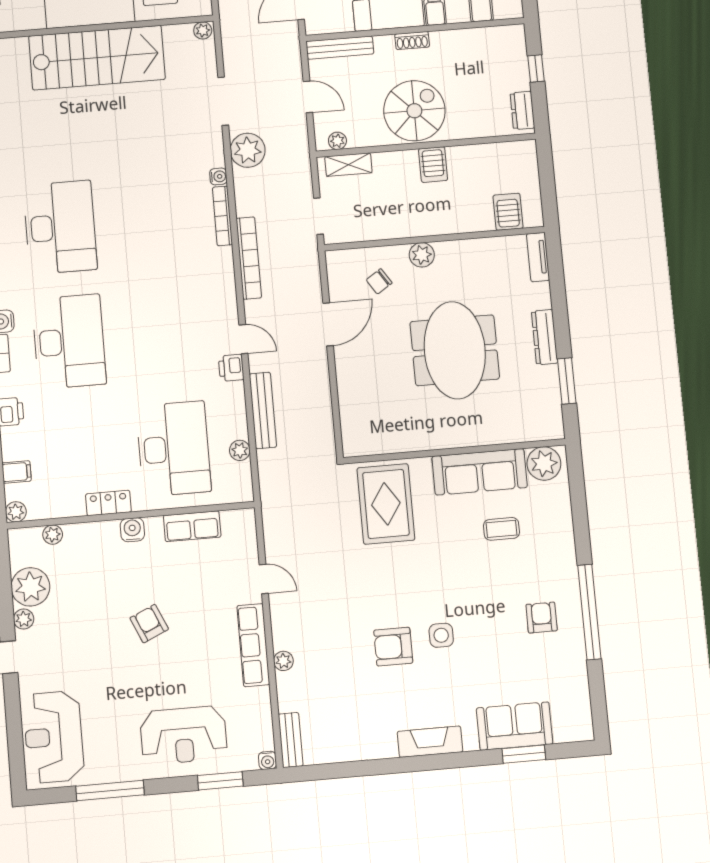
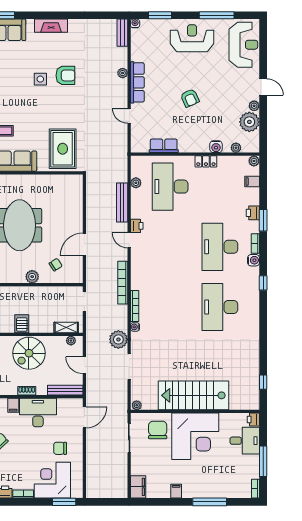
water cooler: (132, 530) -> (216, 147), moved
reception desk: (184, 735) -> (192, 38), moved

